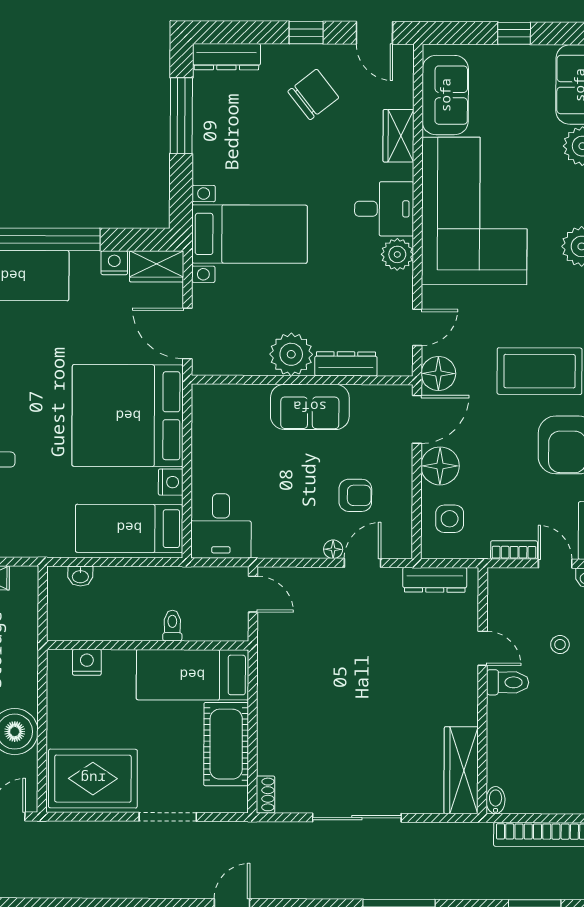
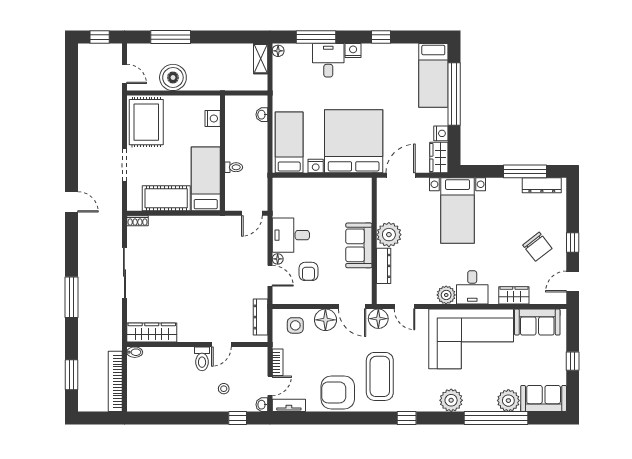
dresser: (226, 57) -> (542, 185), moved, turned -90
desk: (221, 526) -> (291, 235), moved

